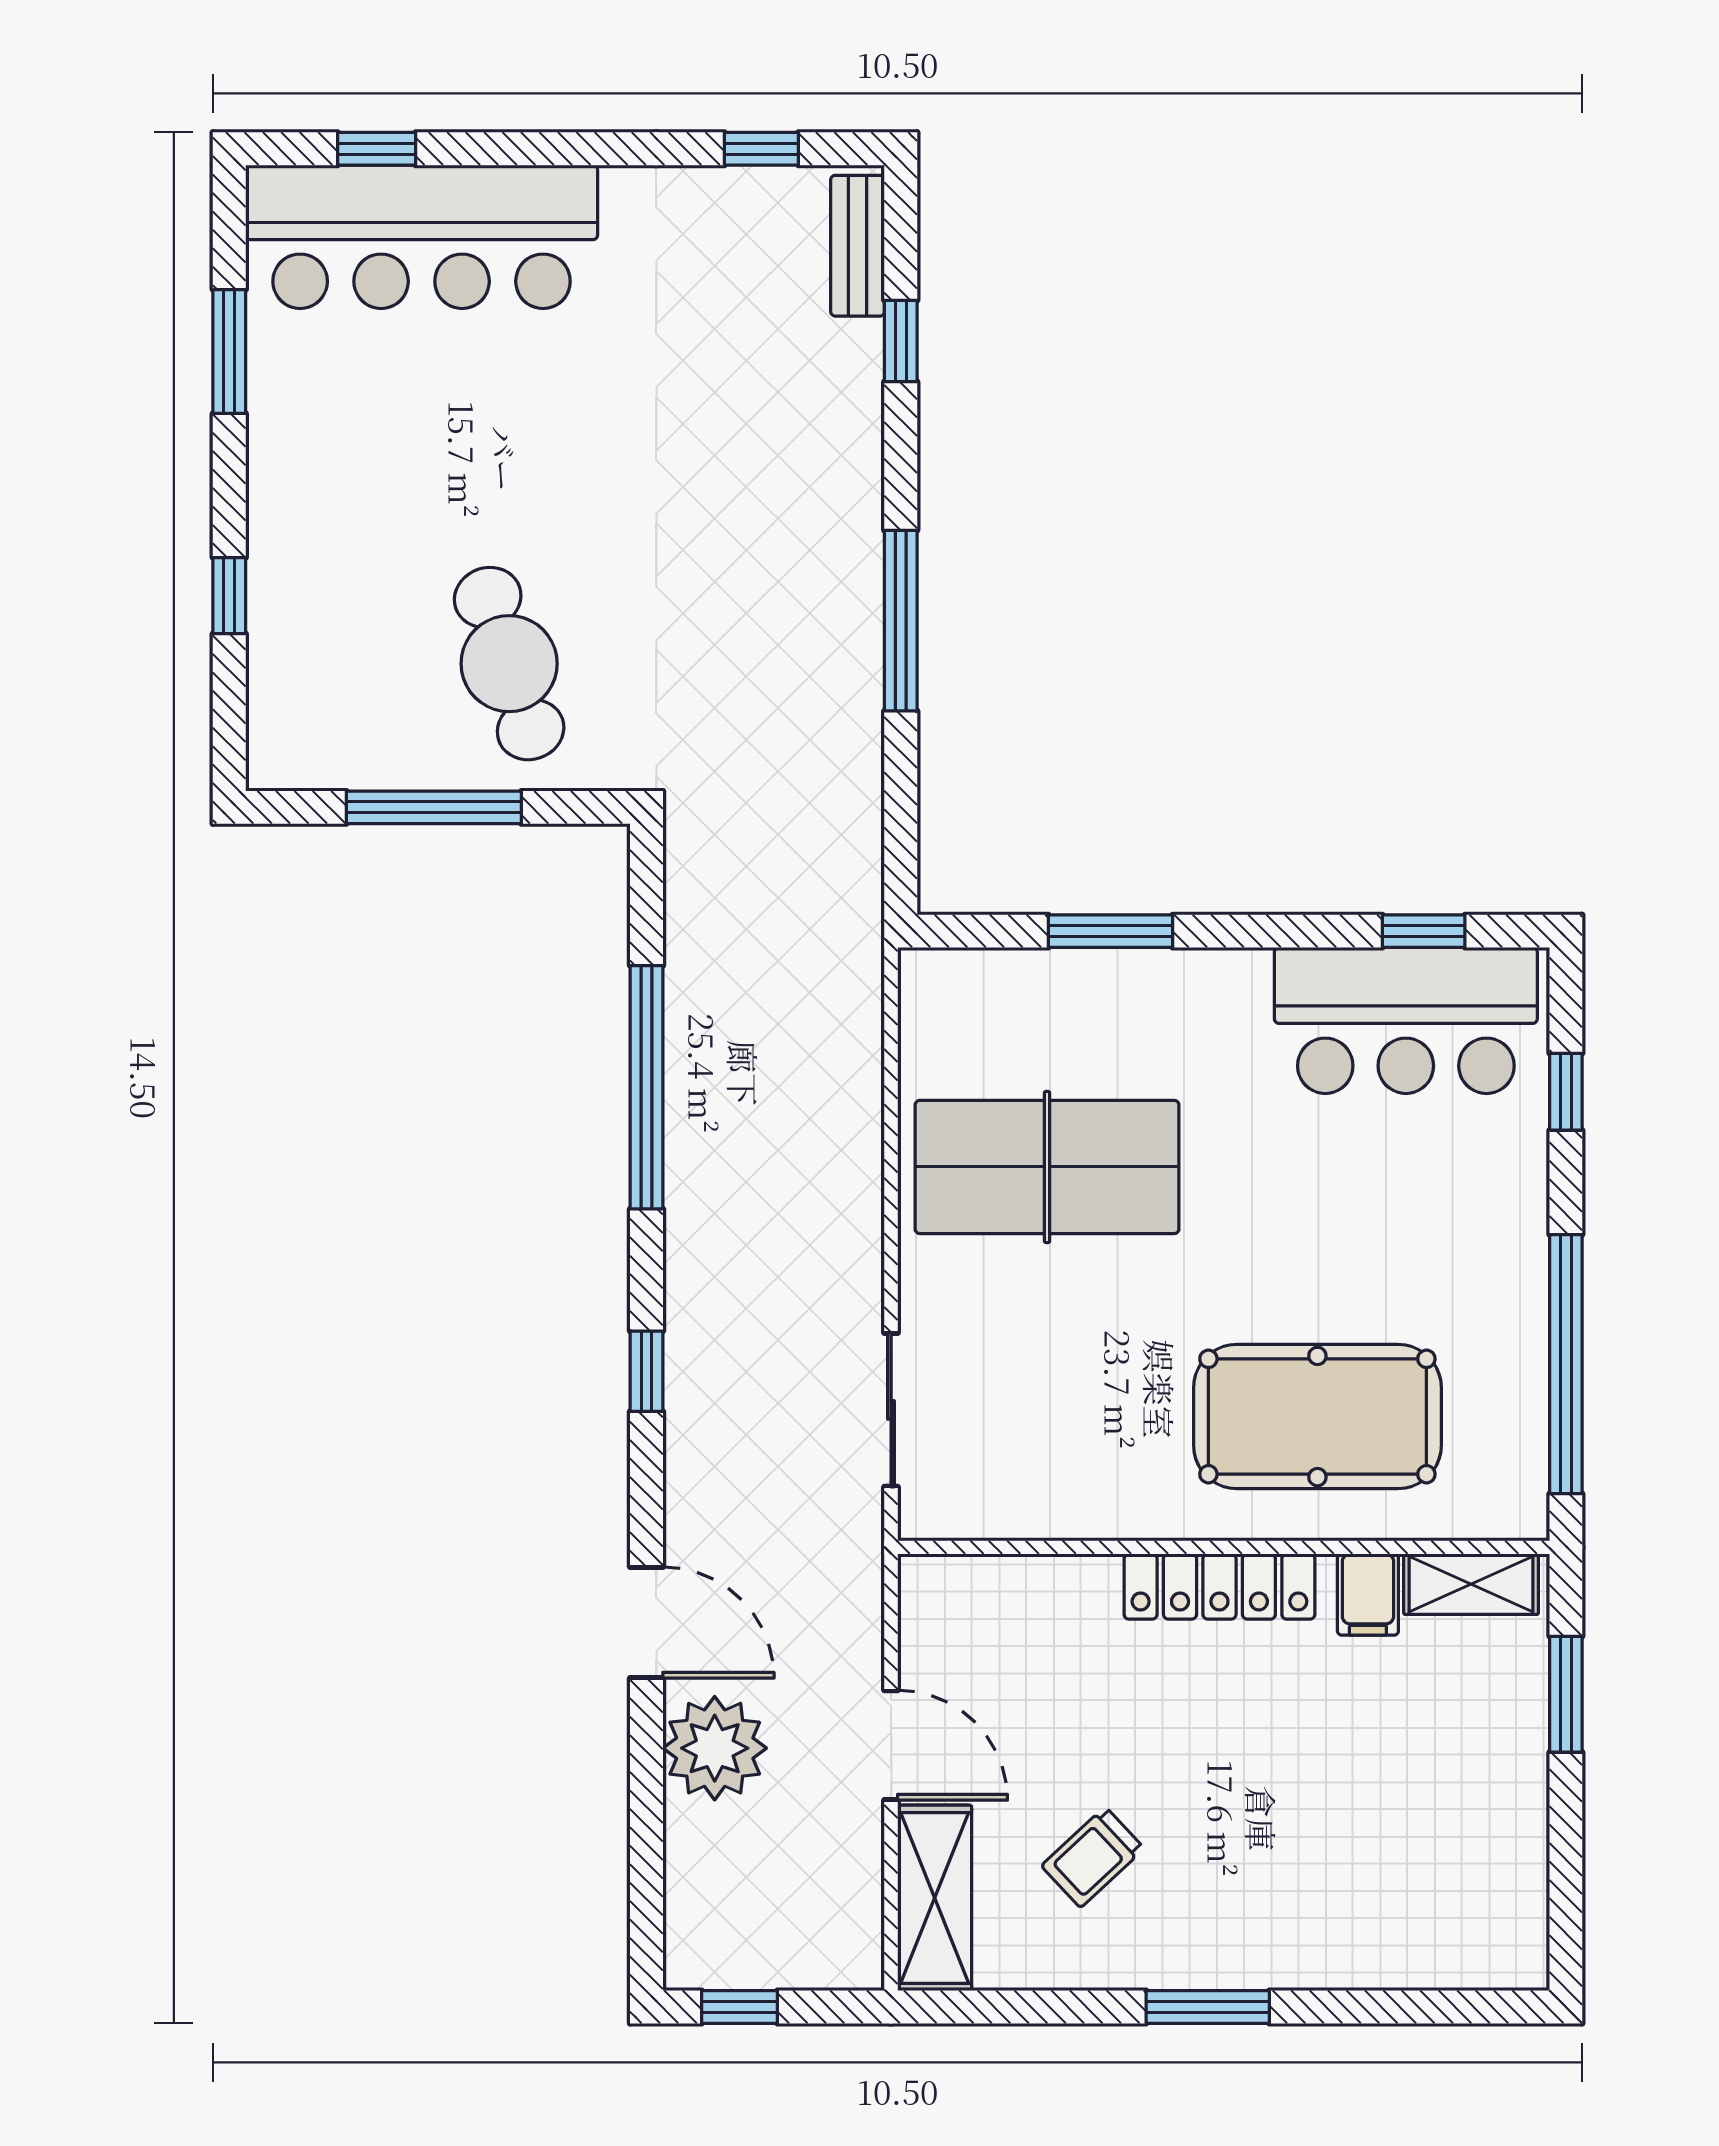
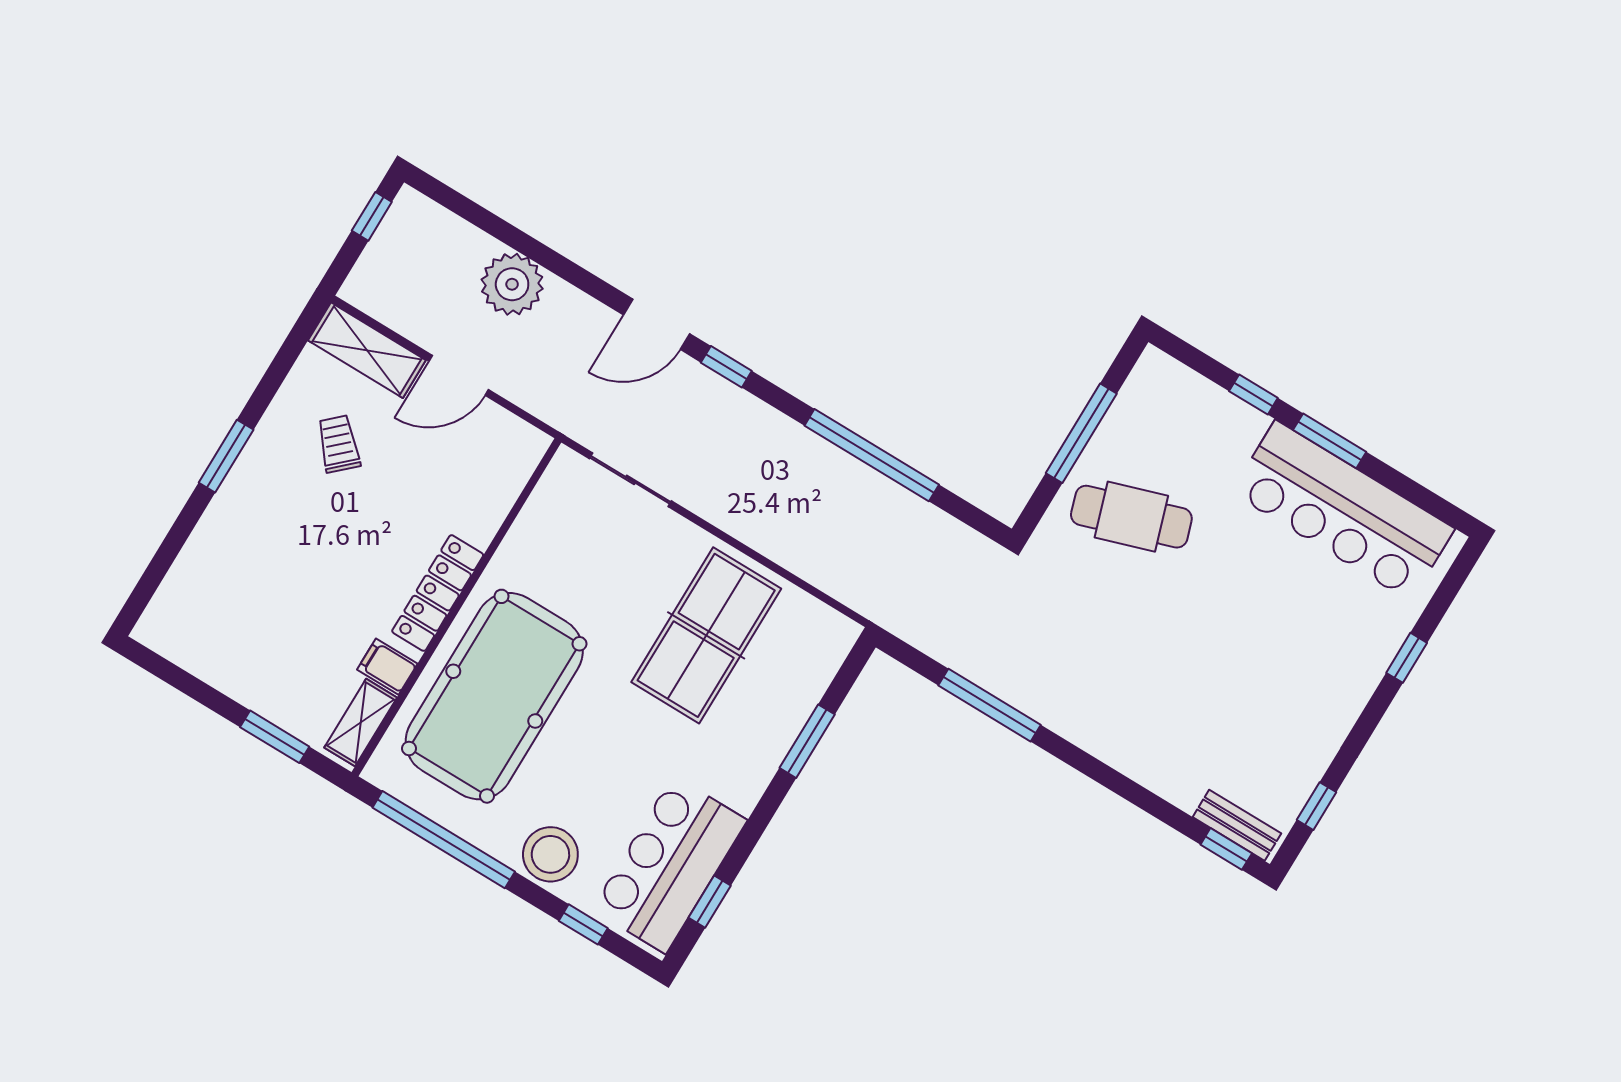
window: (377, 149) -> (1407, 658), moved
bar counter: (422, 237) -> (1343, 511), moved, turned -90
window: (901, 341) -> (1226, 849), moved
window: (229, 352) -> (1330, 441), moved
window: (901, 621) -> (990, 705), moved
stool: (1494, 1199) -> (550, 854), added
pool table: (1317, 1417) -> (494, 696), width x1.36, depth x1.32
door: (647, 1623) -> (657, 324), moved

